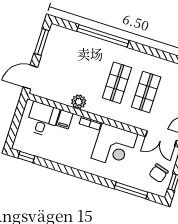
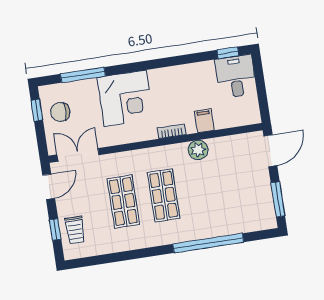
desk: (43, 119) -> (236, 76), moved, turned 180
corner desk: (114, 146) -> (125, 98), moved, turned 180
chair: (159, 173) -> (60, 112), turned -107

